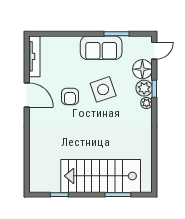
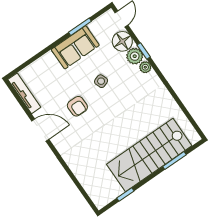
side table: (103, 89) -> (101, 81), width x0.54, depth x0.54

